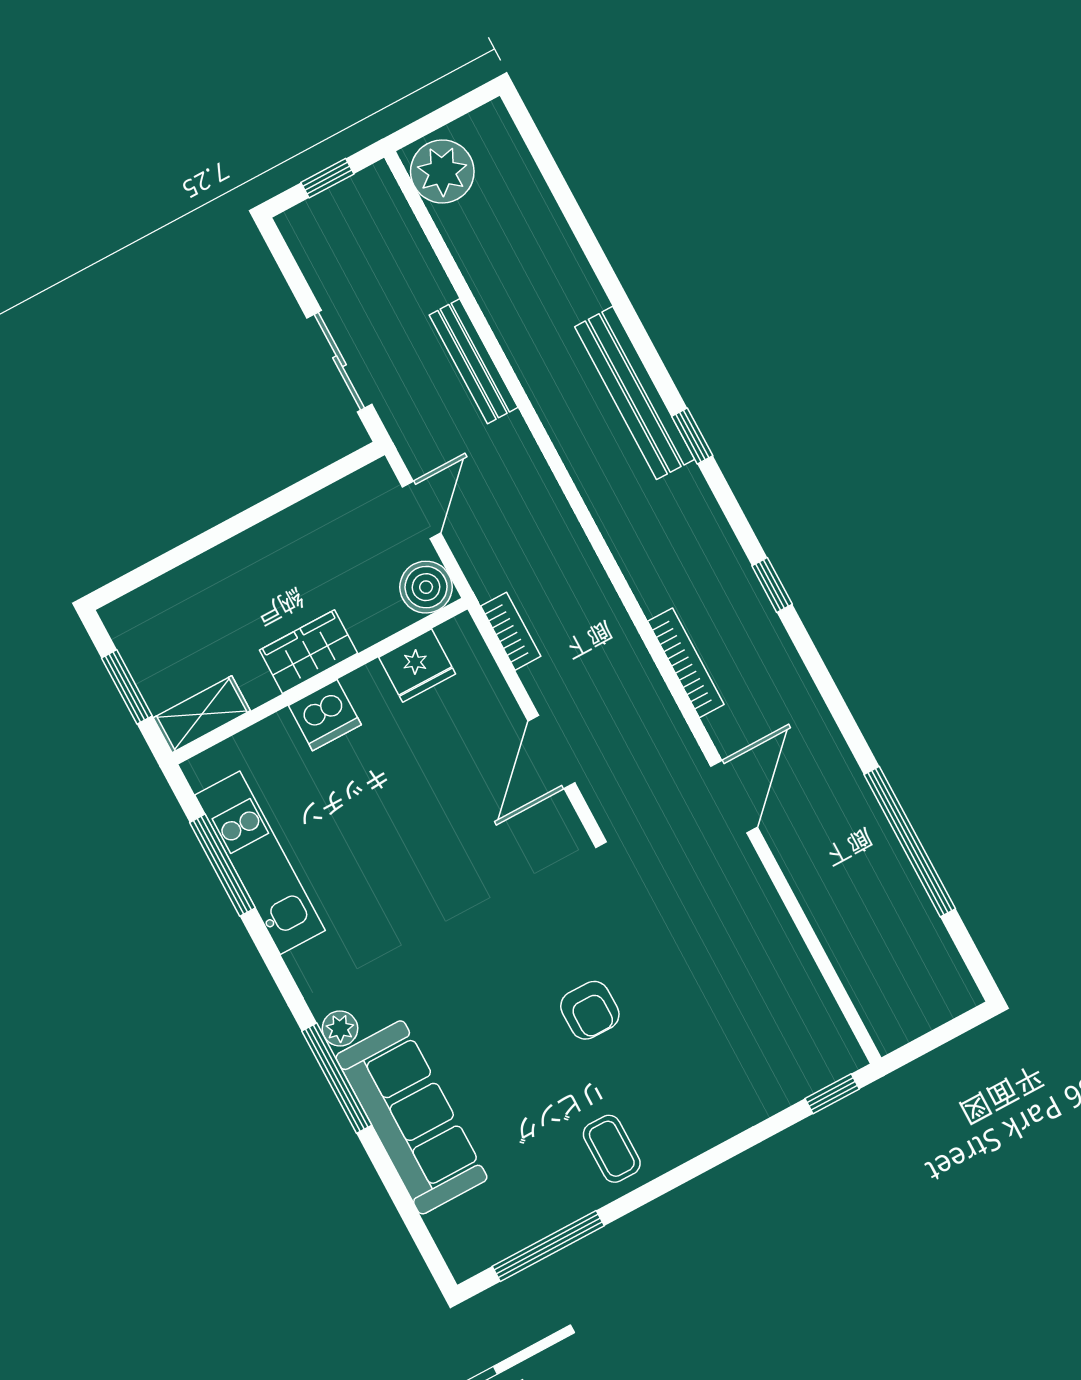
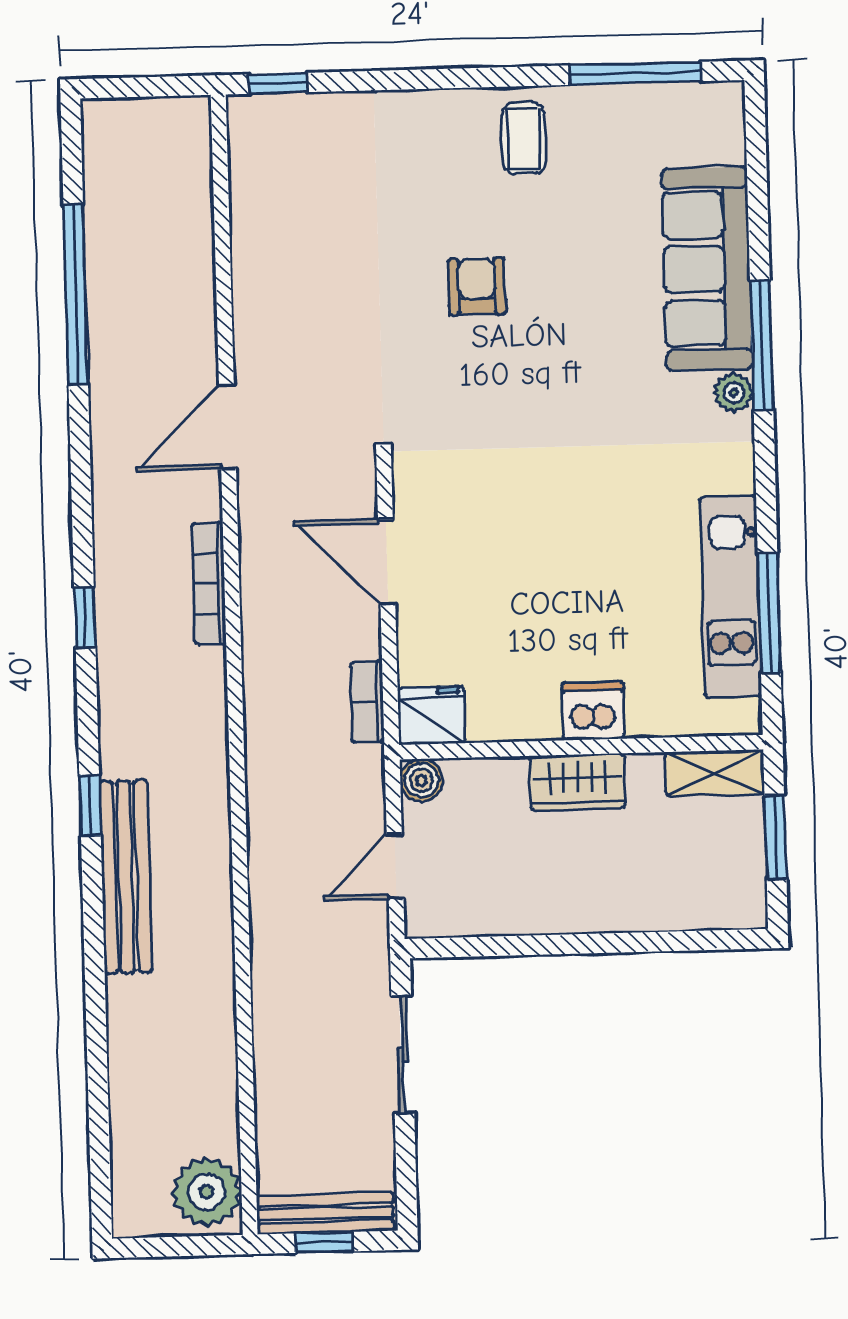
bench: (474, 361) -> (325, 1213), moved, turned 90
boiler: (426, 587) -> (421, 780), width x0.73, depth x0.73
fridge: (417, 666) -> (431, 716), moved
door: (551, 752) -> (387, 562), swing flipped

